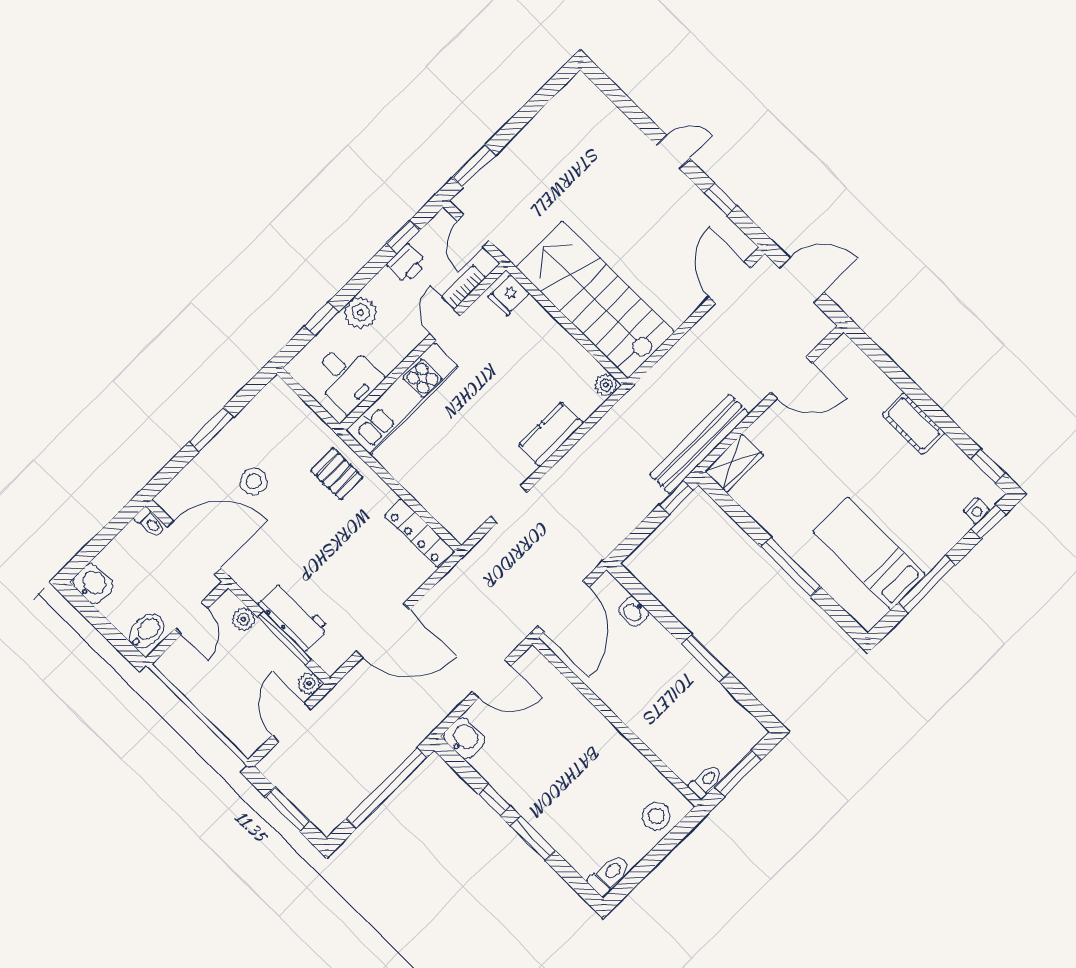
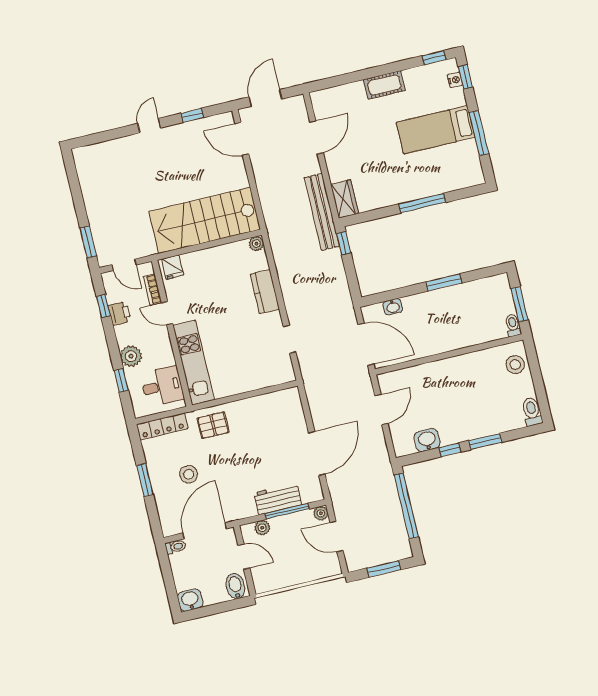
locker: (419, 533) -> (162, 426), moved
bed: (869, 553) -> (436, 130), moved
washbasin: (464, 738) -> (427, 440), moved

